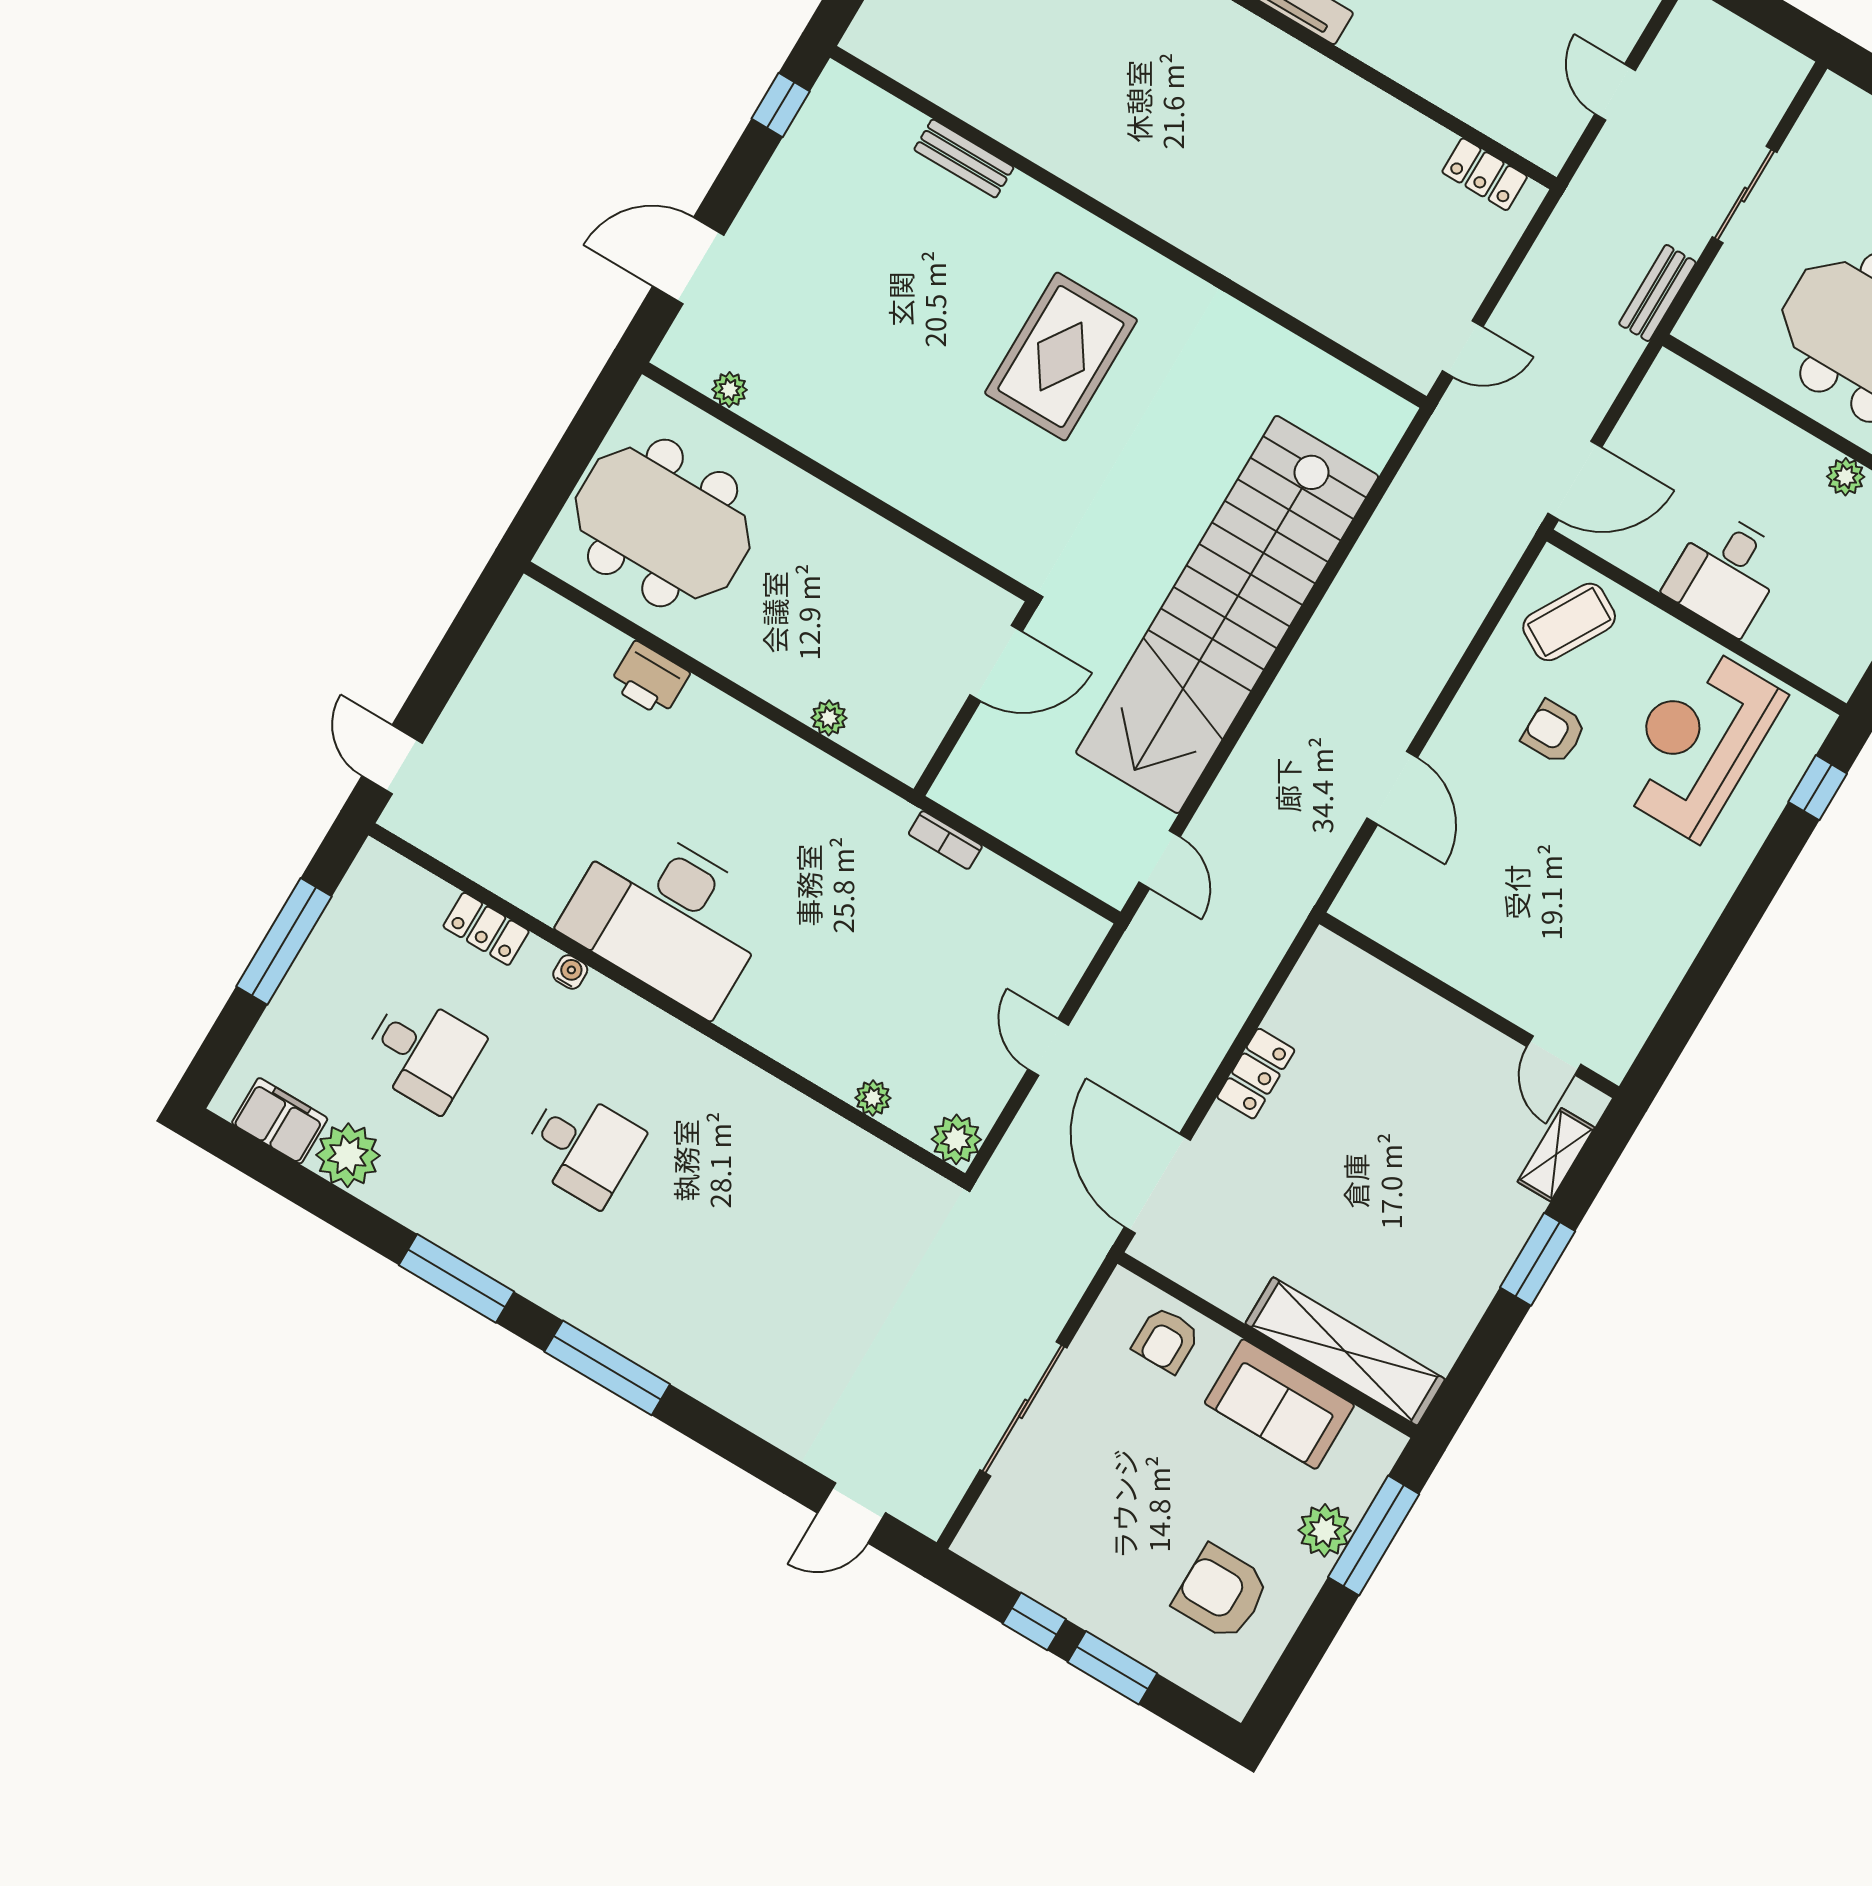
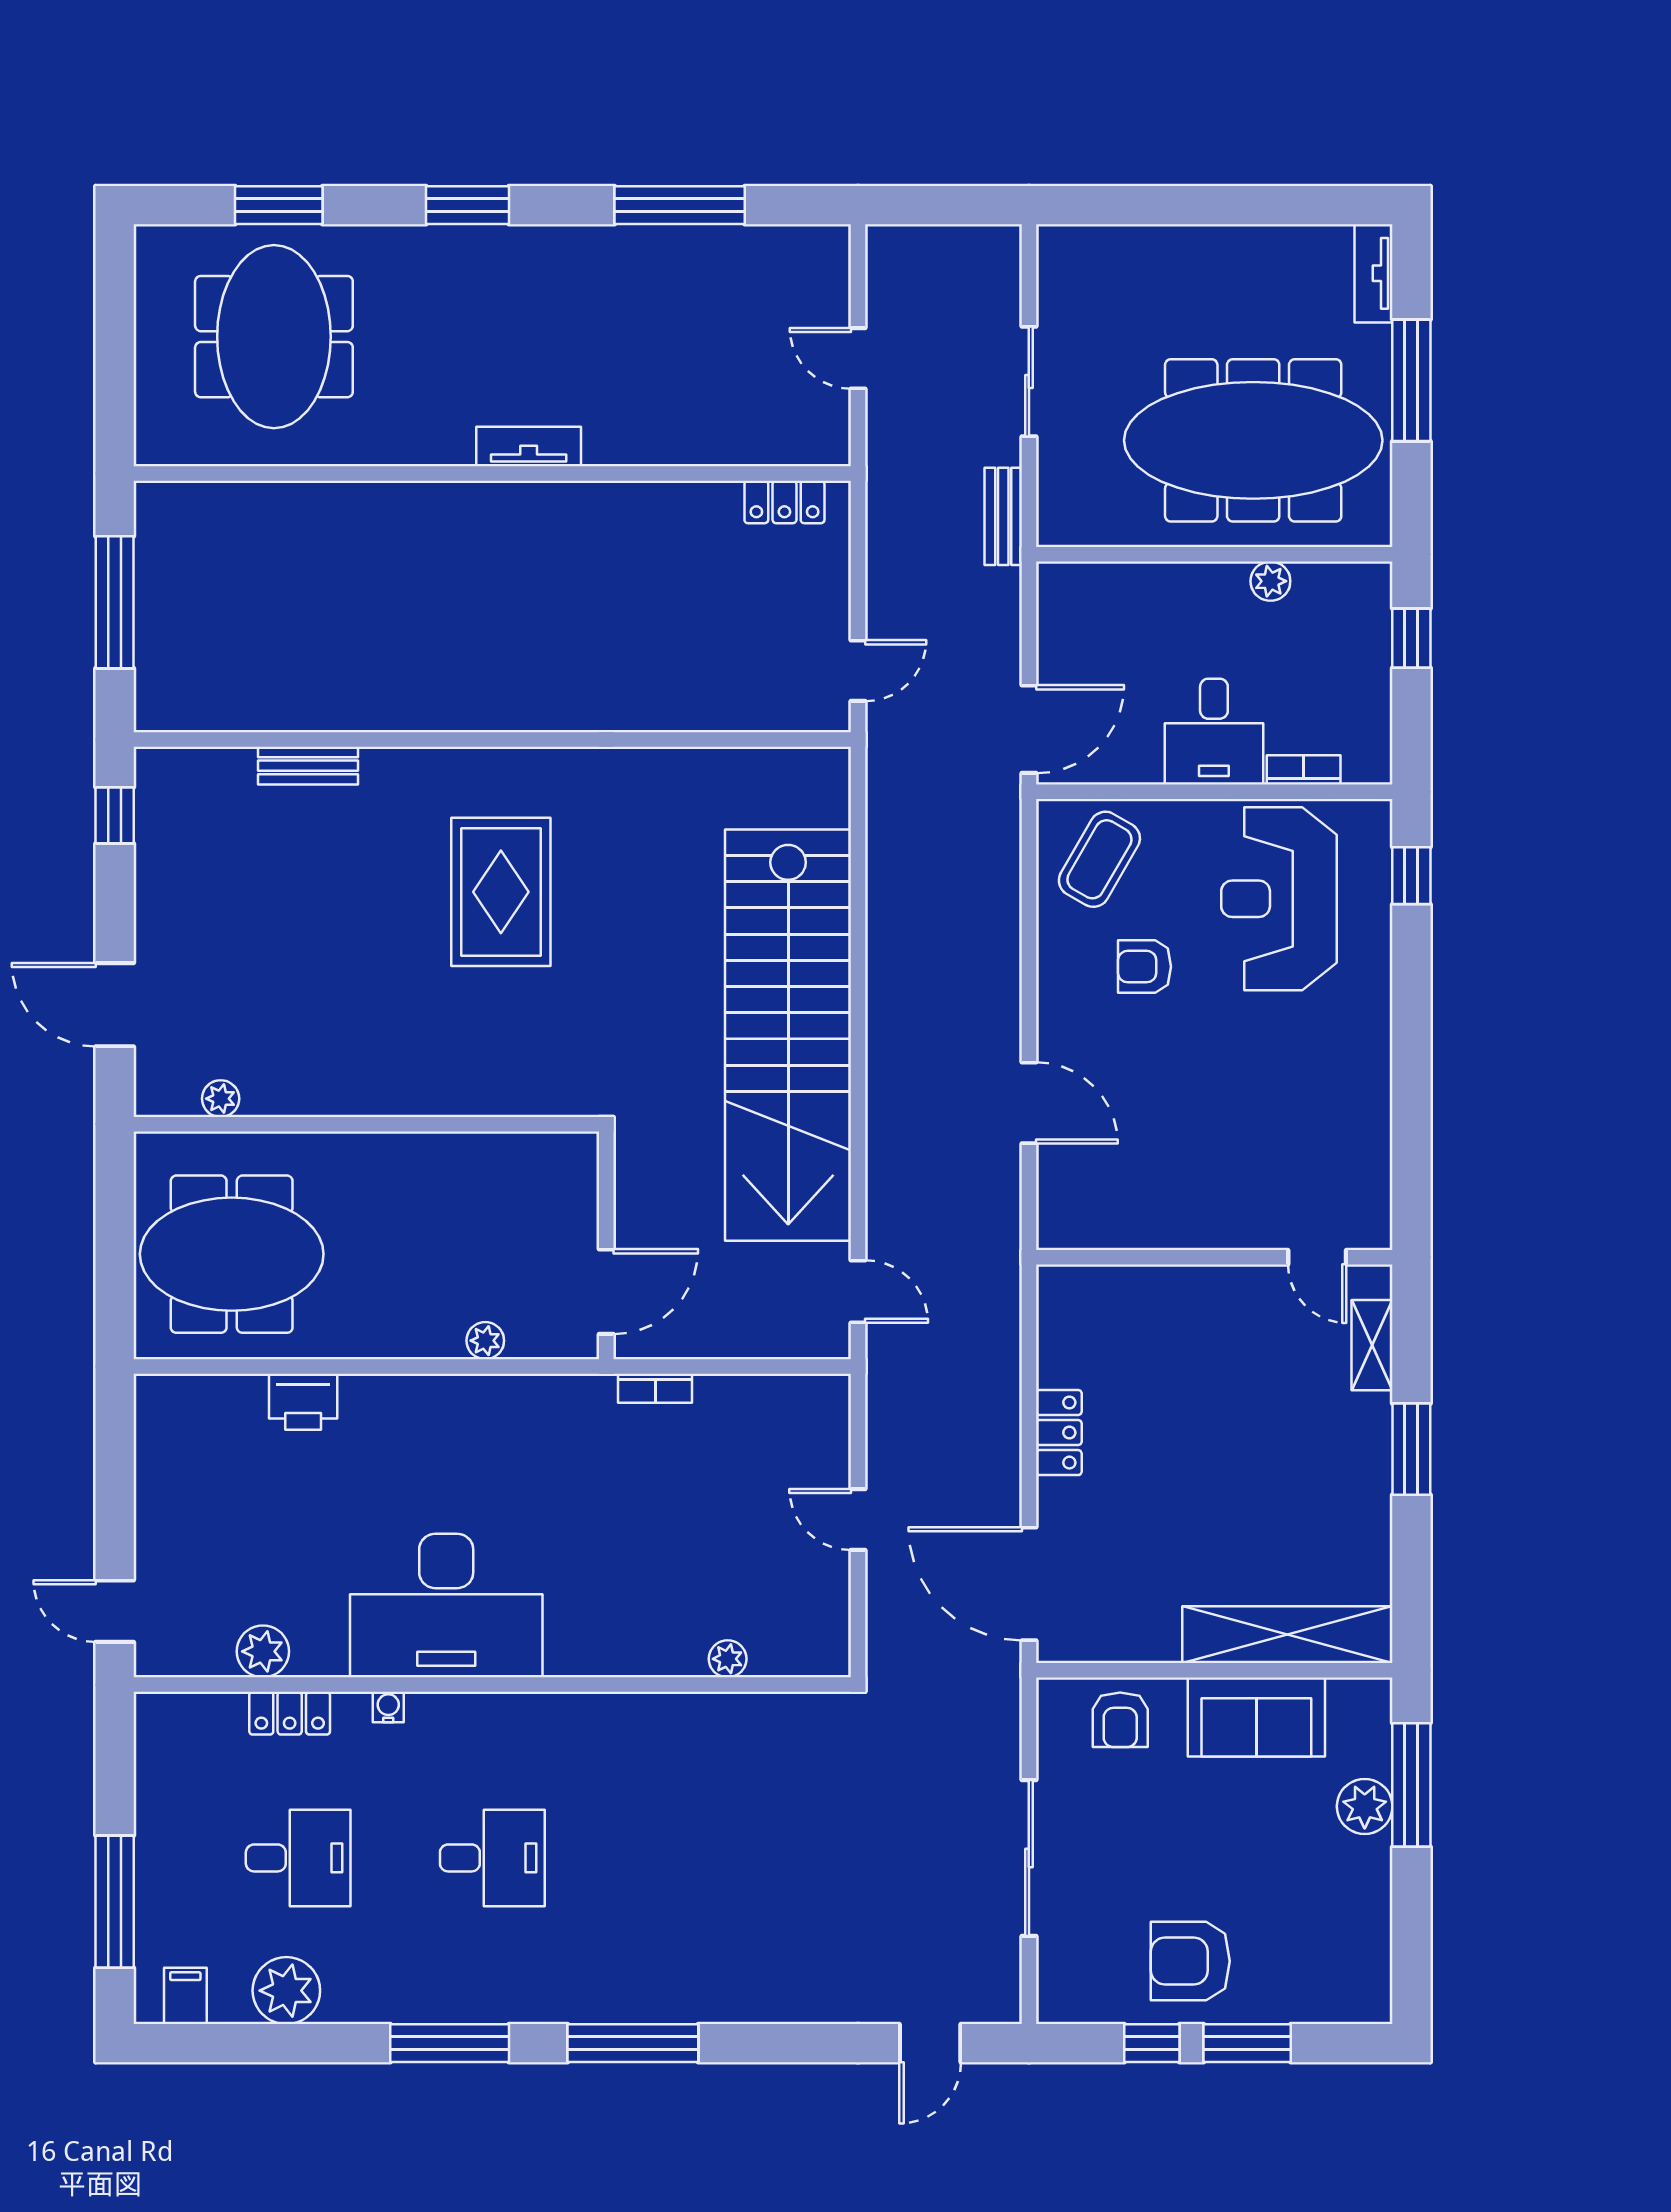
door: (688, 261) -> (115, 1005), hinge flipped
bookcase: (1781, 648) -> (1304, 770), added
door: (996, 663) -> (606, 1292), moved
window: (284, 941) -> (115, 1902), moved
filing cabinet: (280, 1121) -> (185, 1996), width x0.50
plant: (956, 1139) -> (263, 1651), moved
armchair: (1221, 1593) -> (1190, 1961), moved

